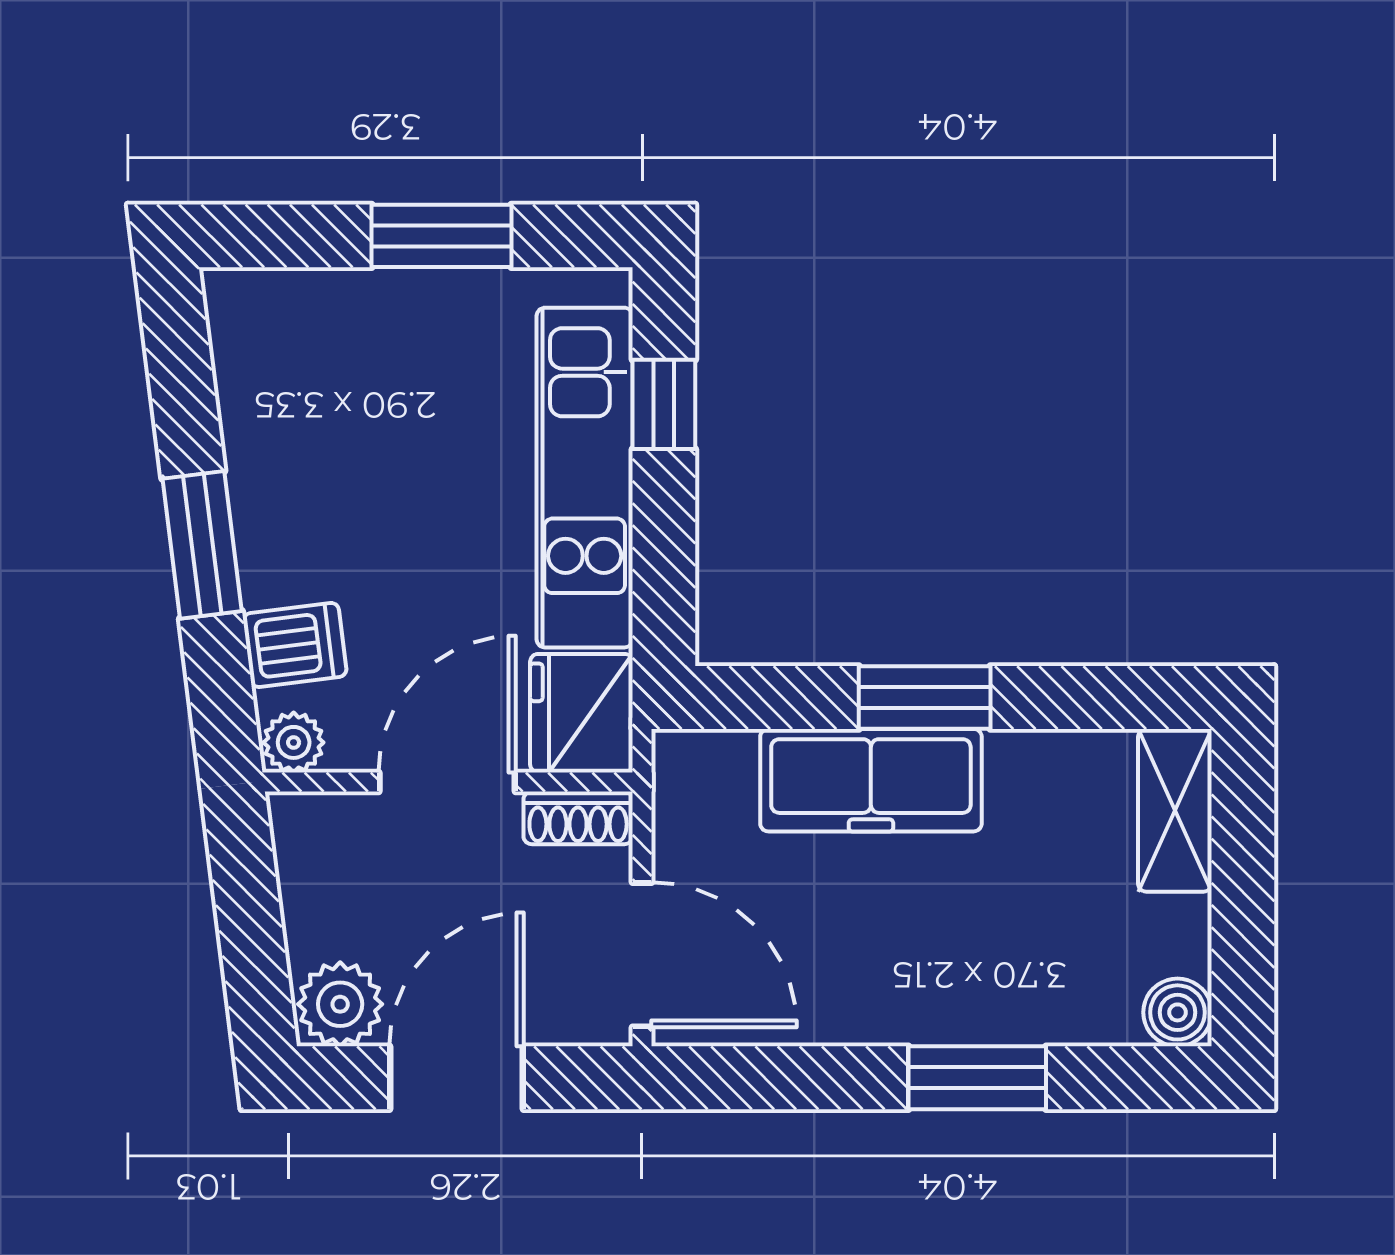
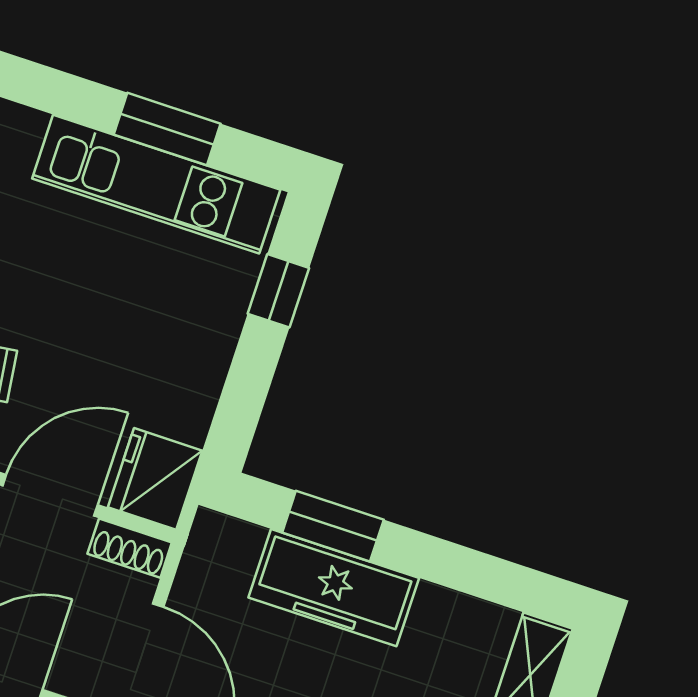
kitchen unit: (585, 478) -> (156, 184), moved, turned -90
window: (925, 697) -> (333, 526), moved

